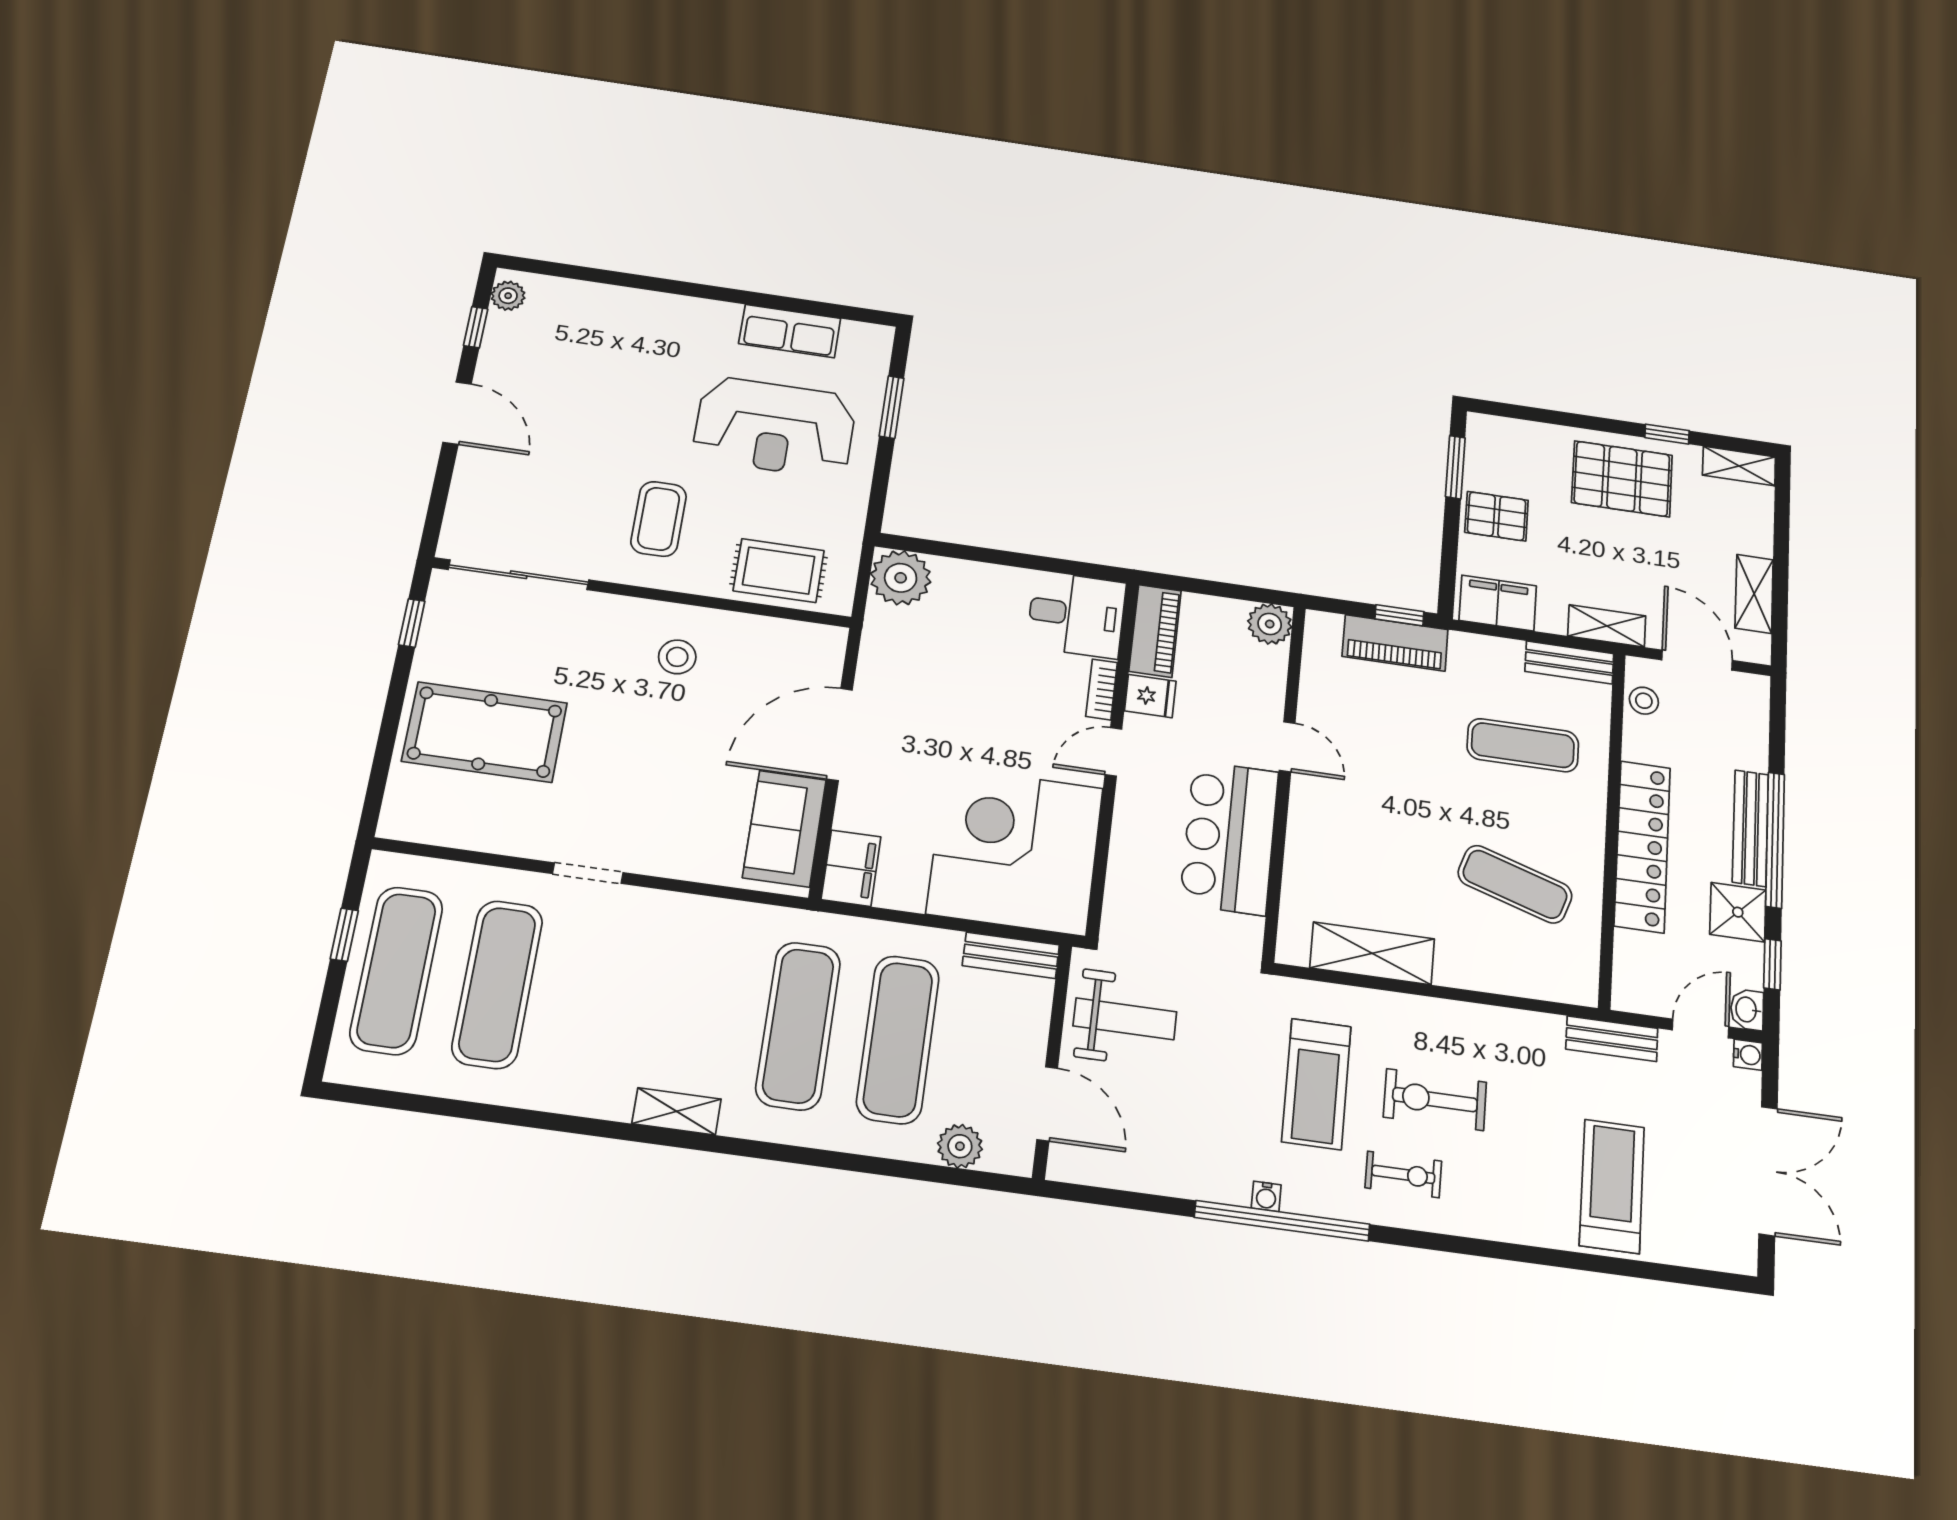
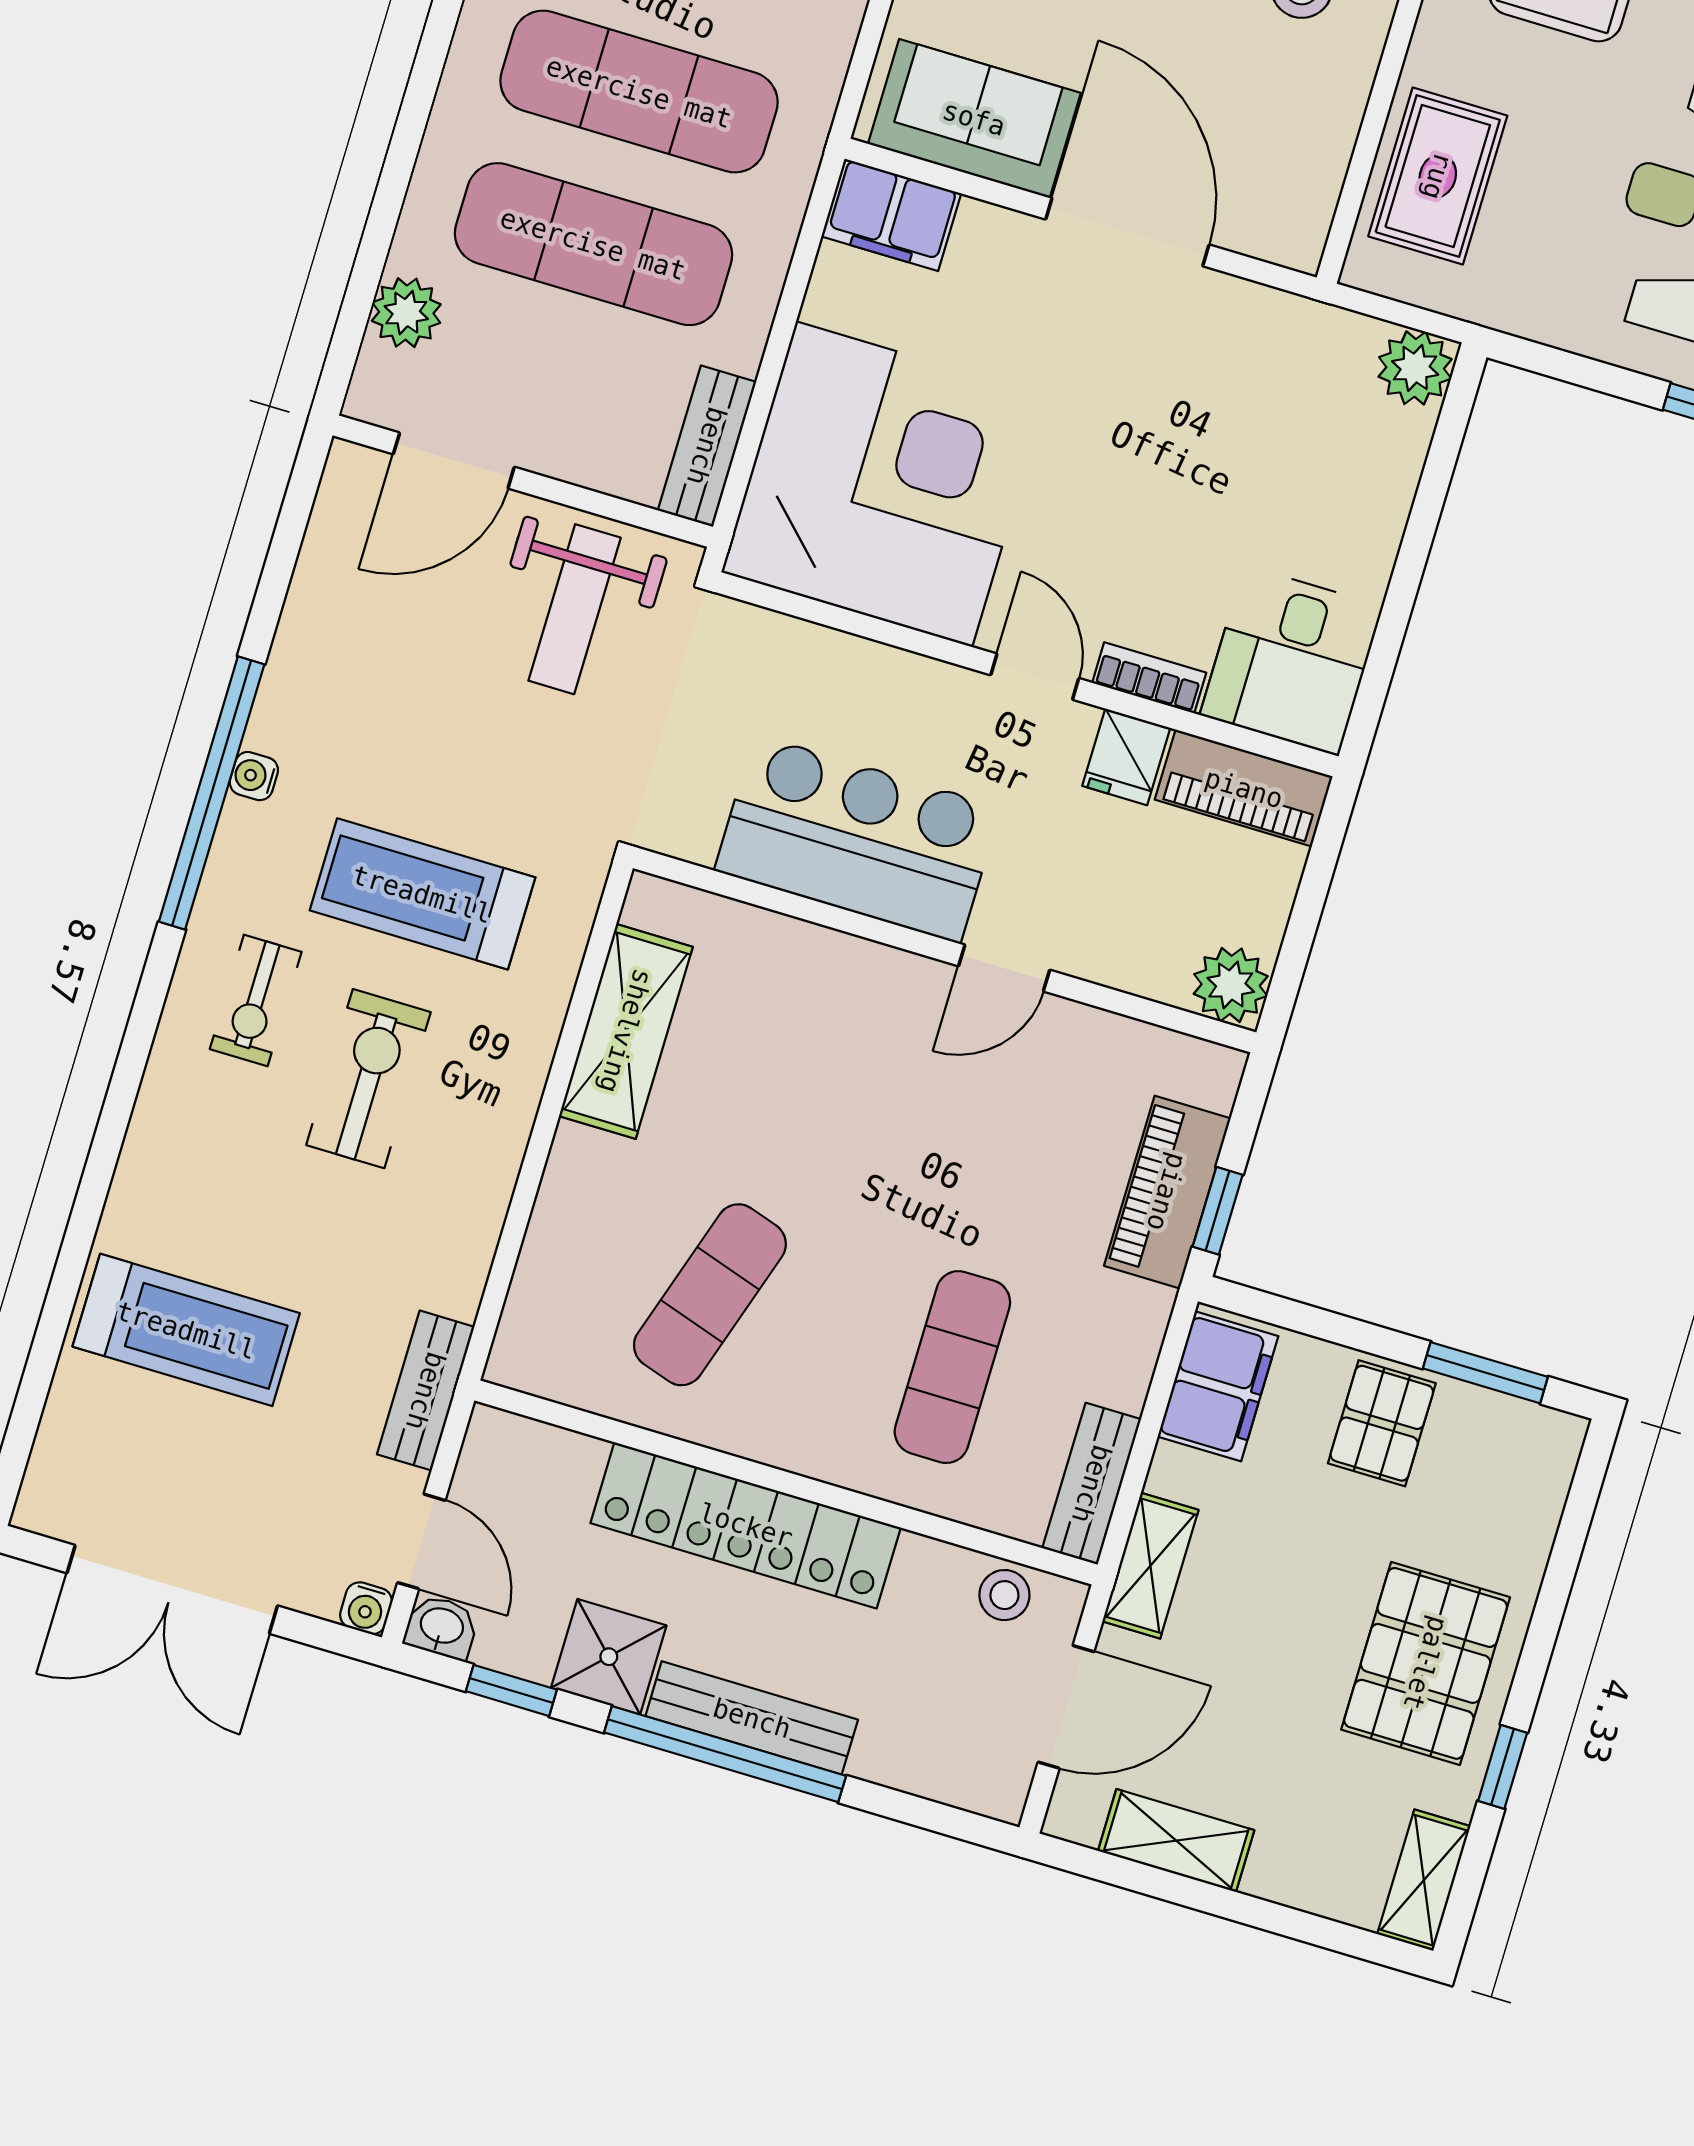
plant: (901, 578) -> (1415, 368), width x0.73, depth x0.73

